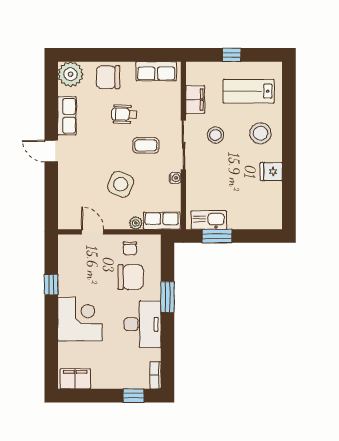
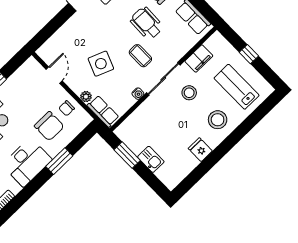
wheelchair: (124, 114) -> (147, 23), width x1.36, depth x1.37
kitchen sink: (209, 220) -> (151, 159), moved, width x0.73

